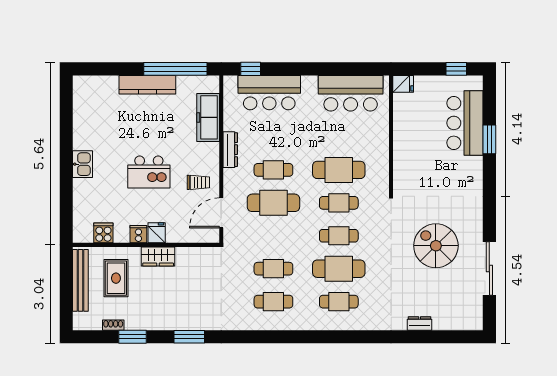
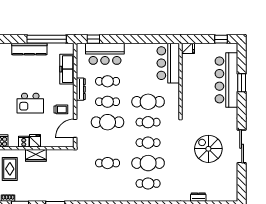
bar counter: (351, 93) -> (168, 63), moved, turned 90
bar counter: (465, 123) -> (226, 80), width x1.36
sliding door: (489, 269) -> (242, 146), moved
cafe table: (273, 302) -> (108, 81), moved

